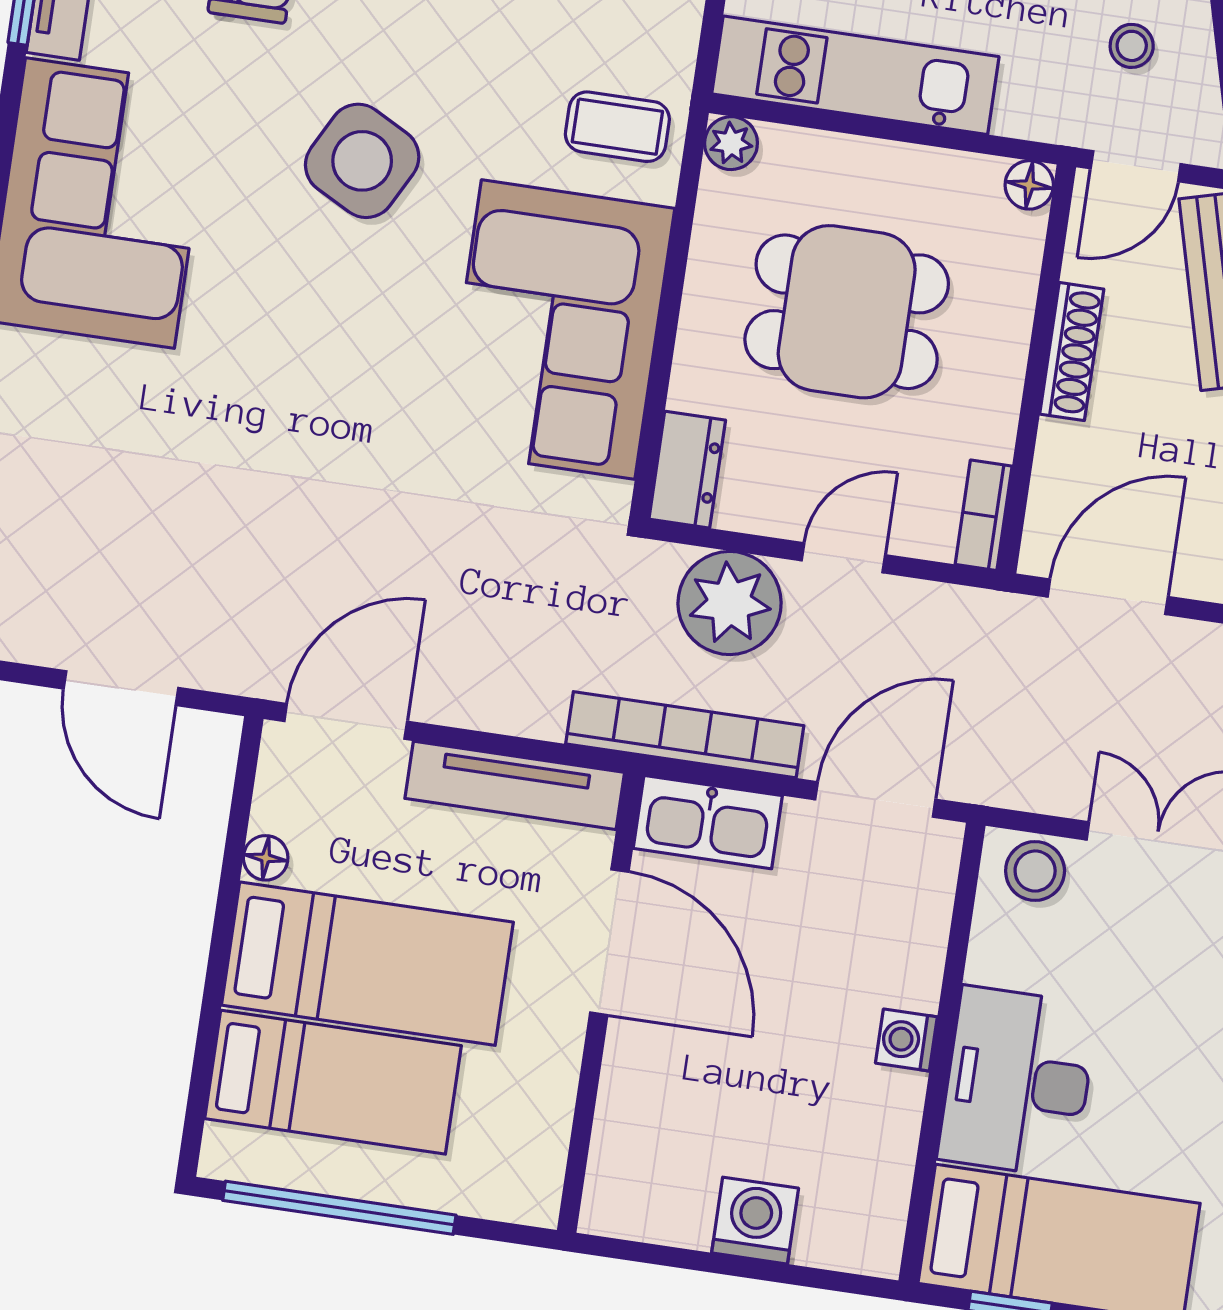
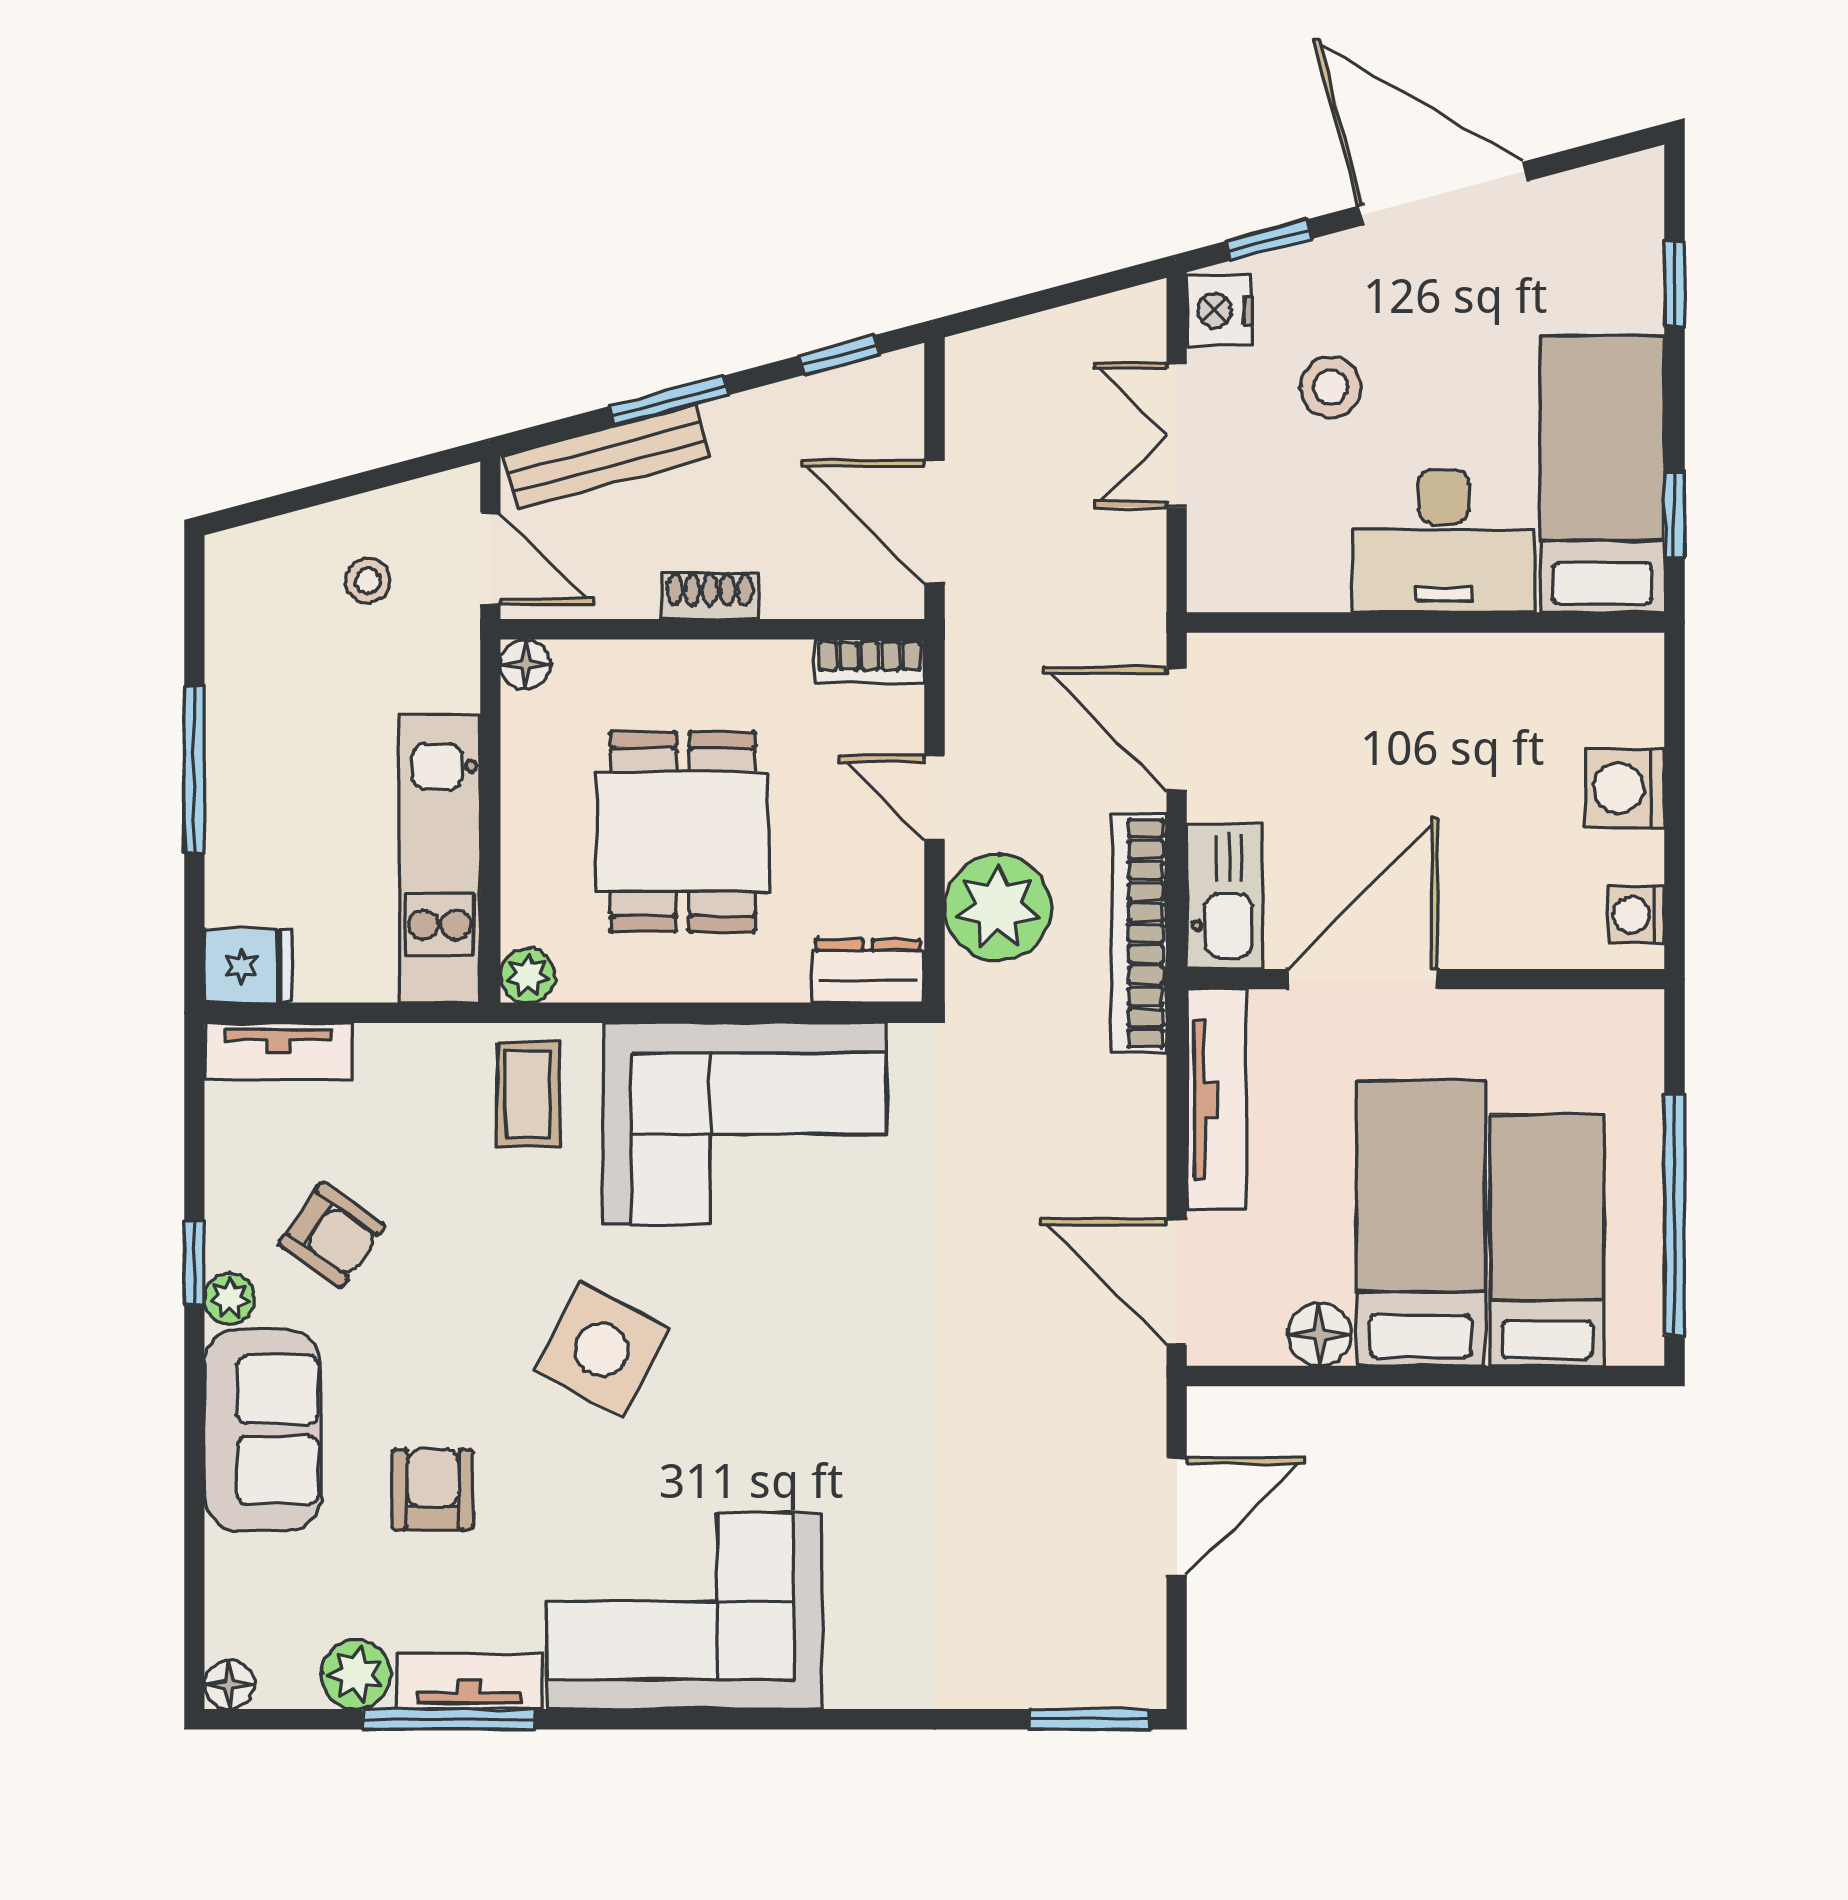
shoe rack: (1072, 352) -> (710, 596), width x0.70
floor lamp: (266, 858) -> (1320, 1334), width x1.37, depth x1.37
stool: (1035, 871) -> (1330, 387), moved
washing machine: (906, 1040) -> (1636, 914), moved, turned 90

